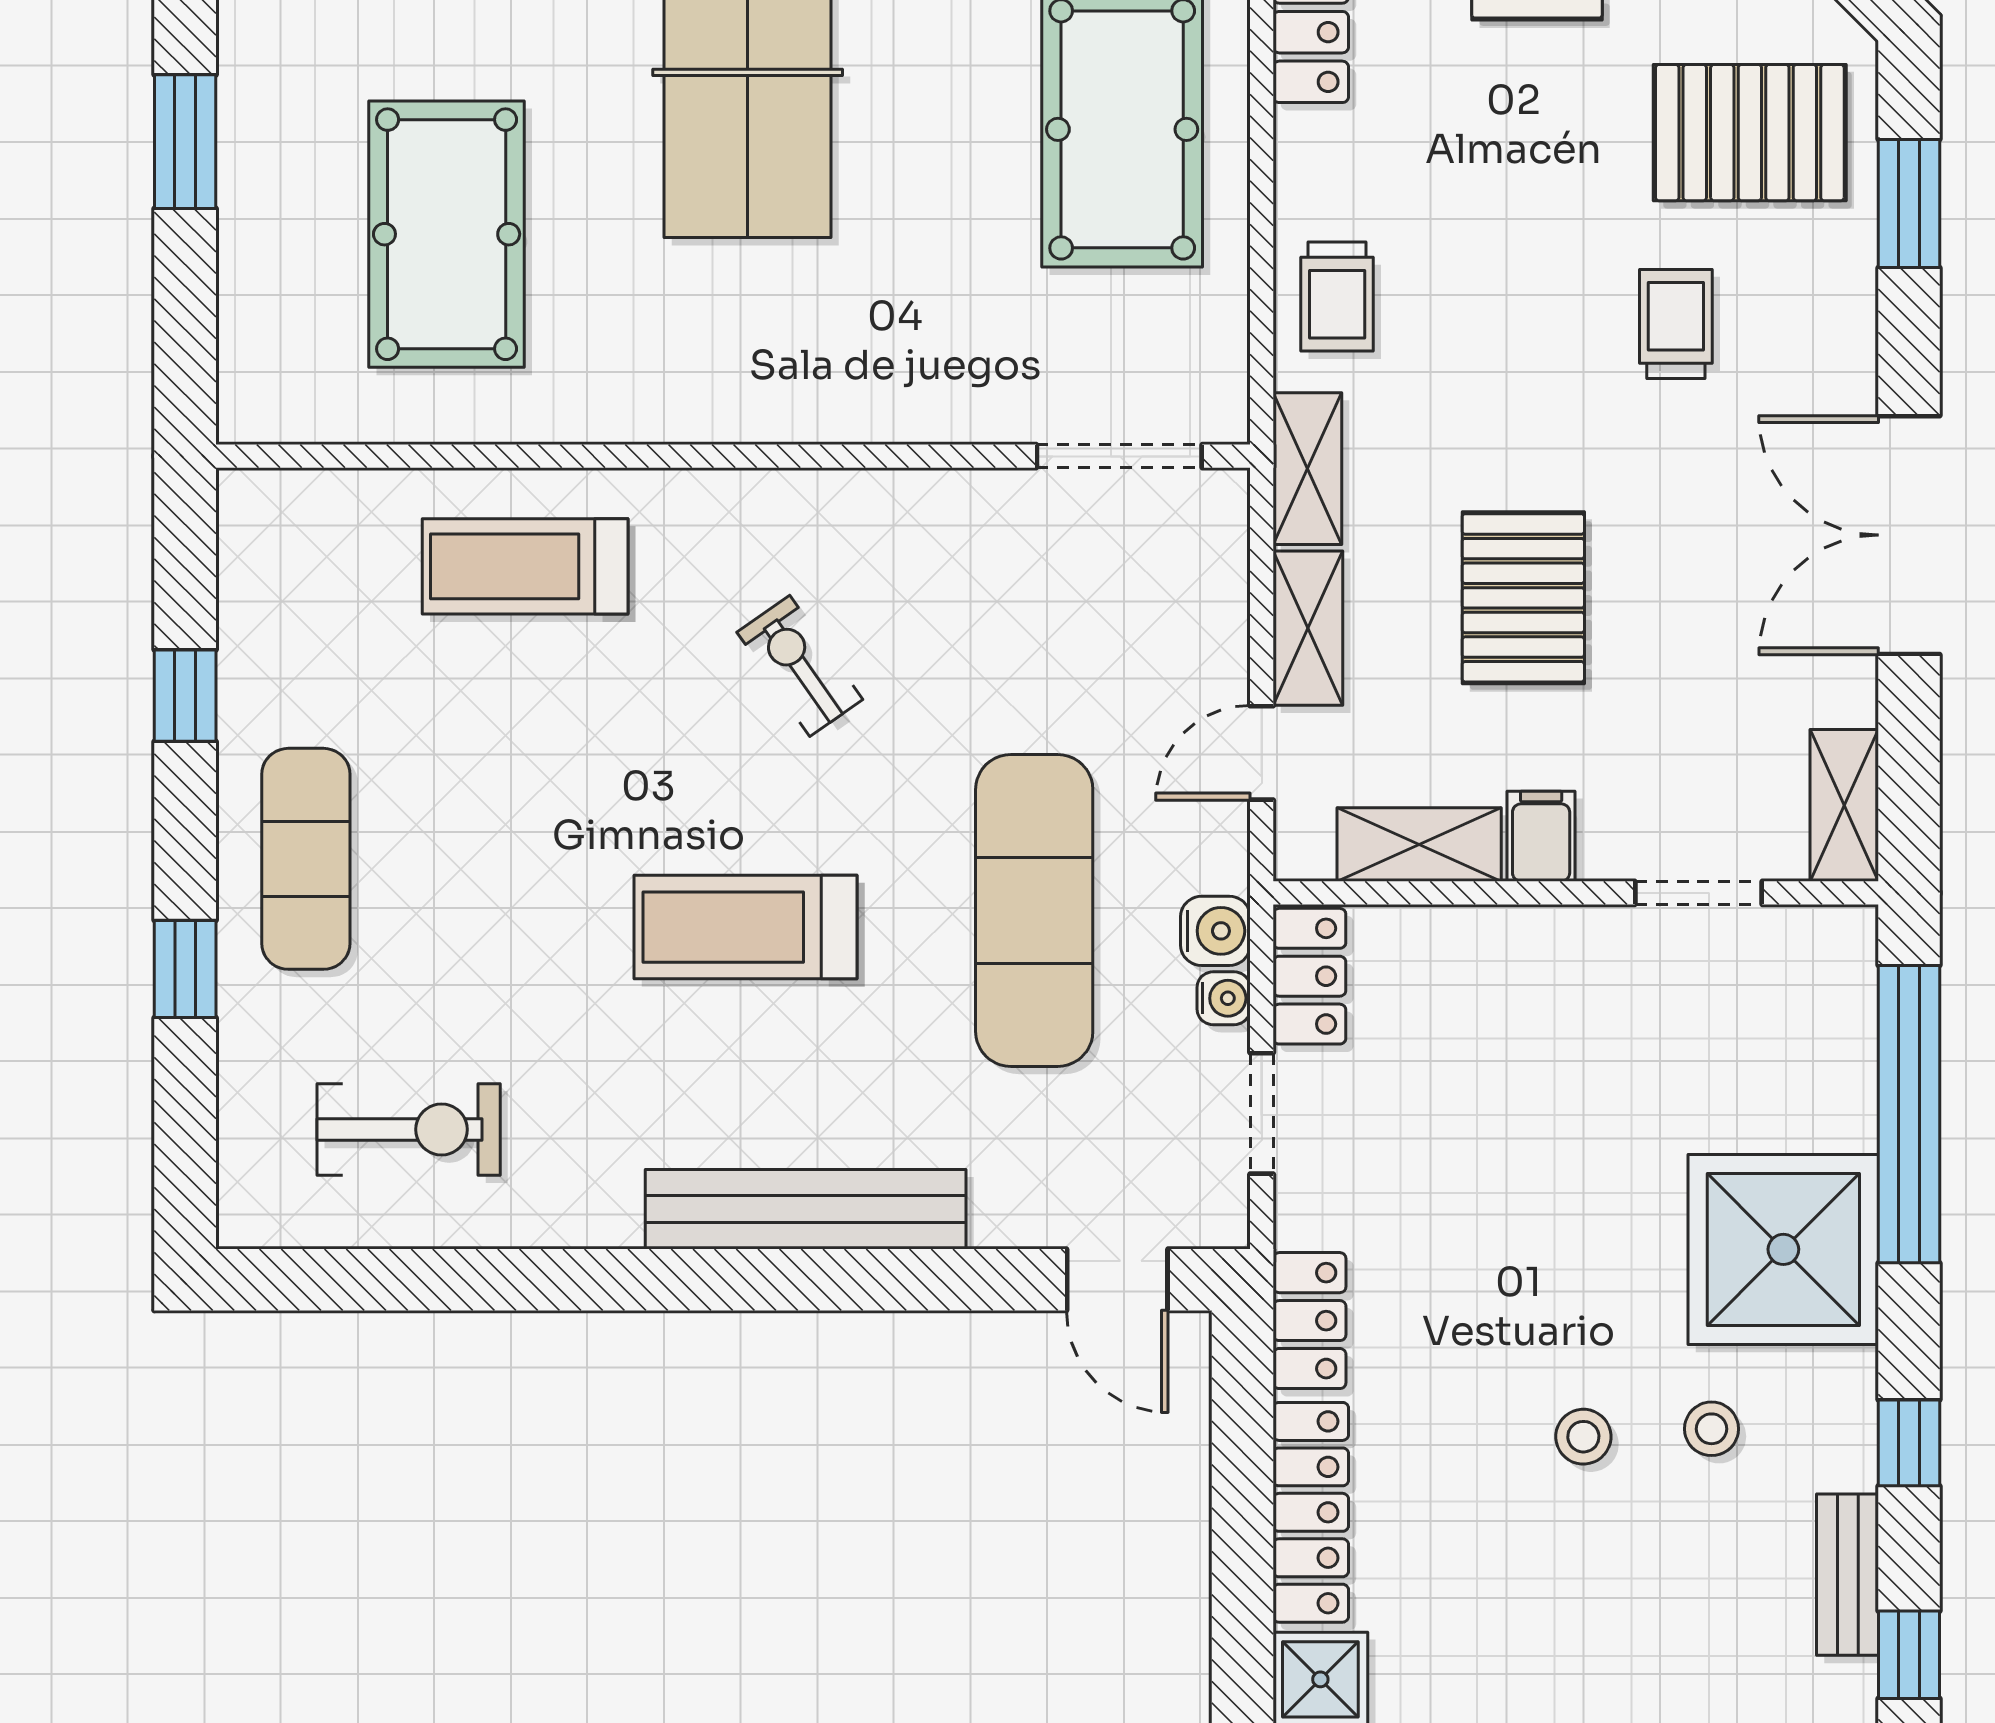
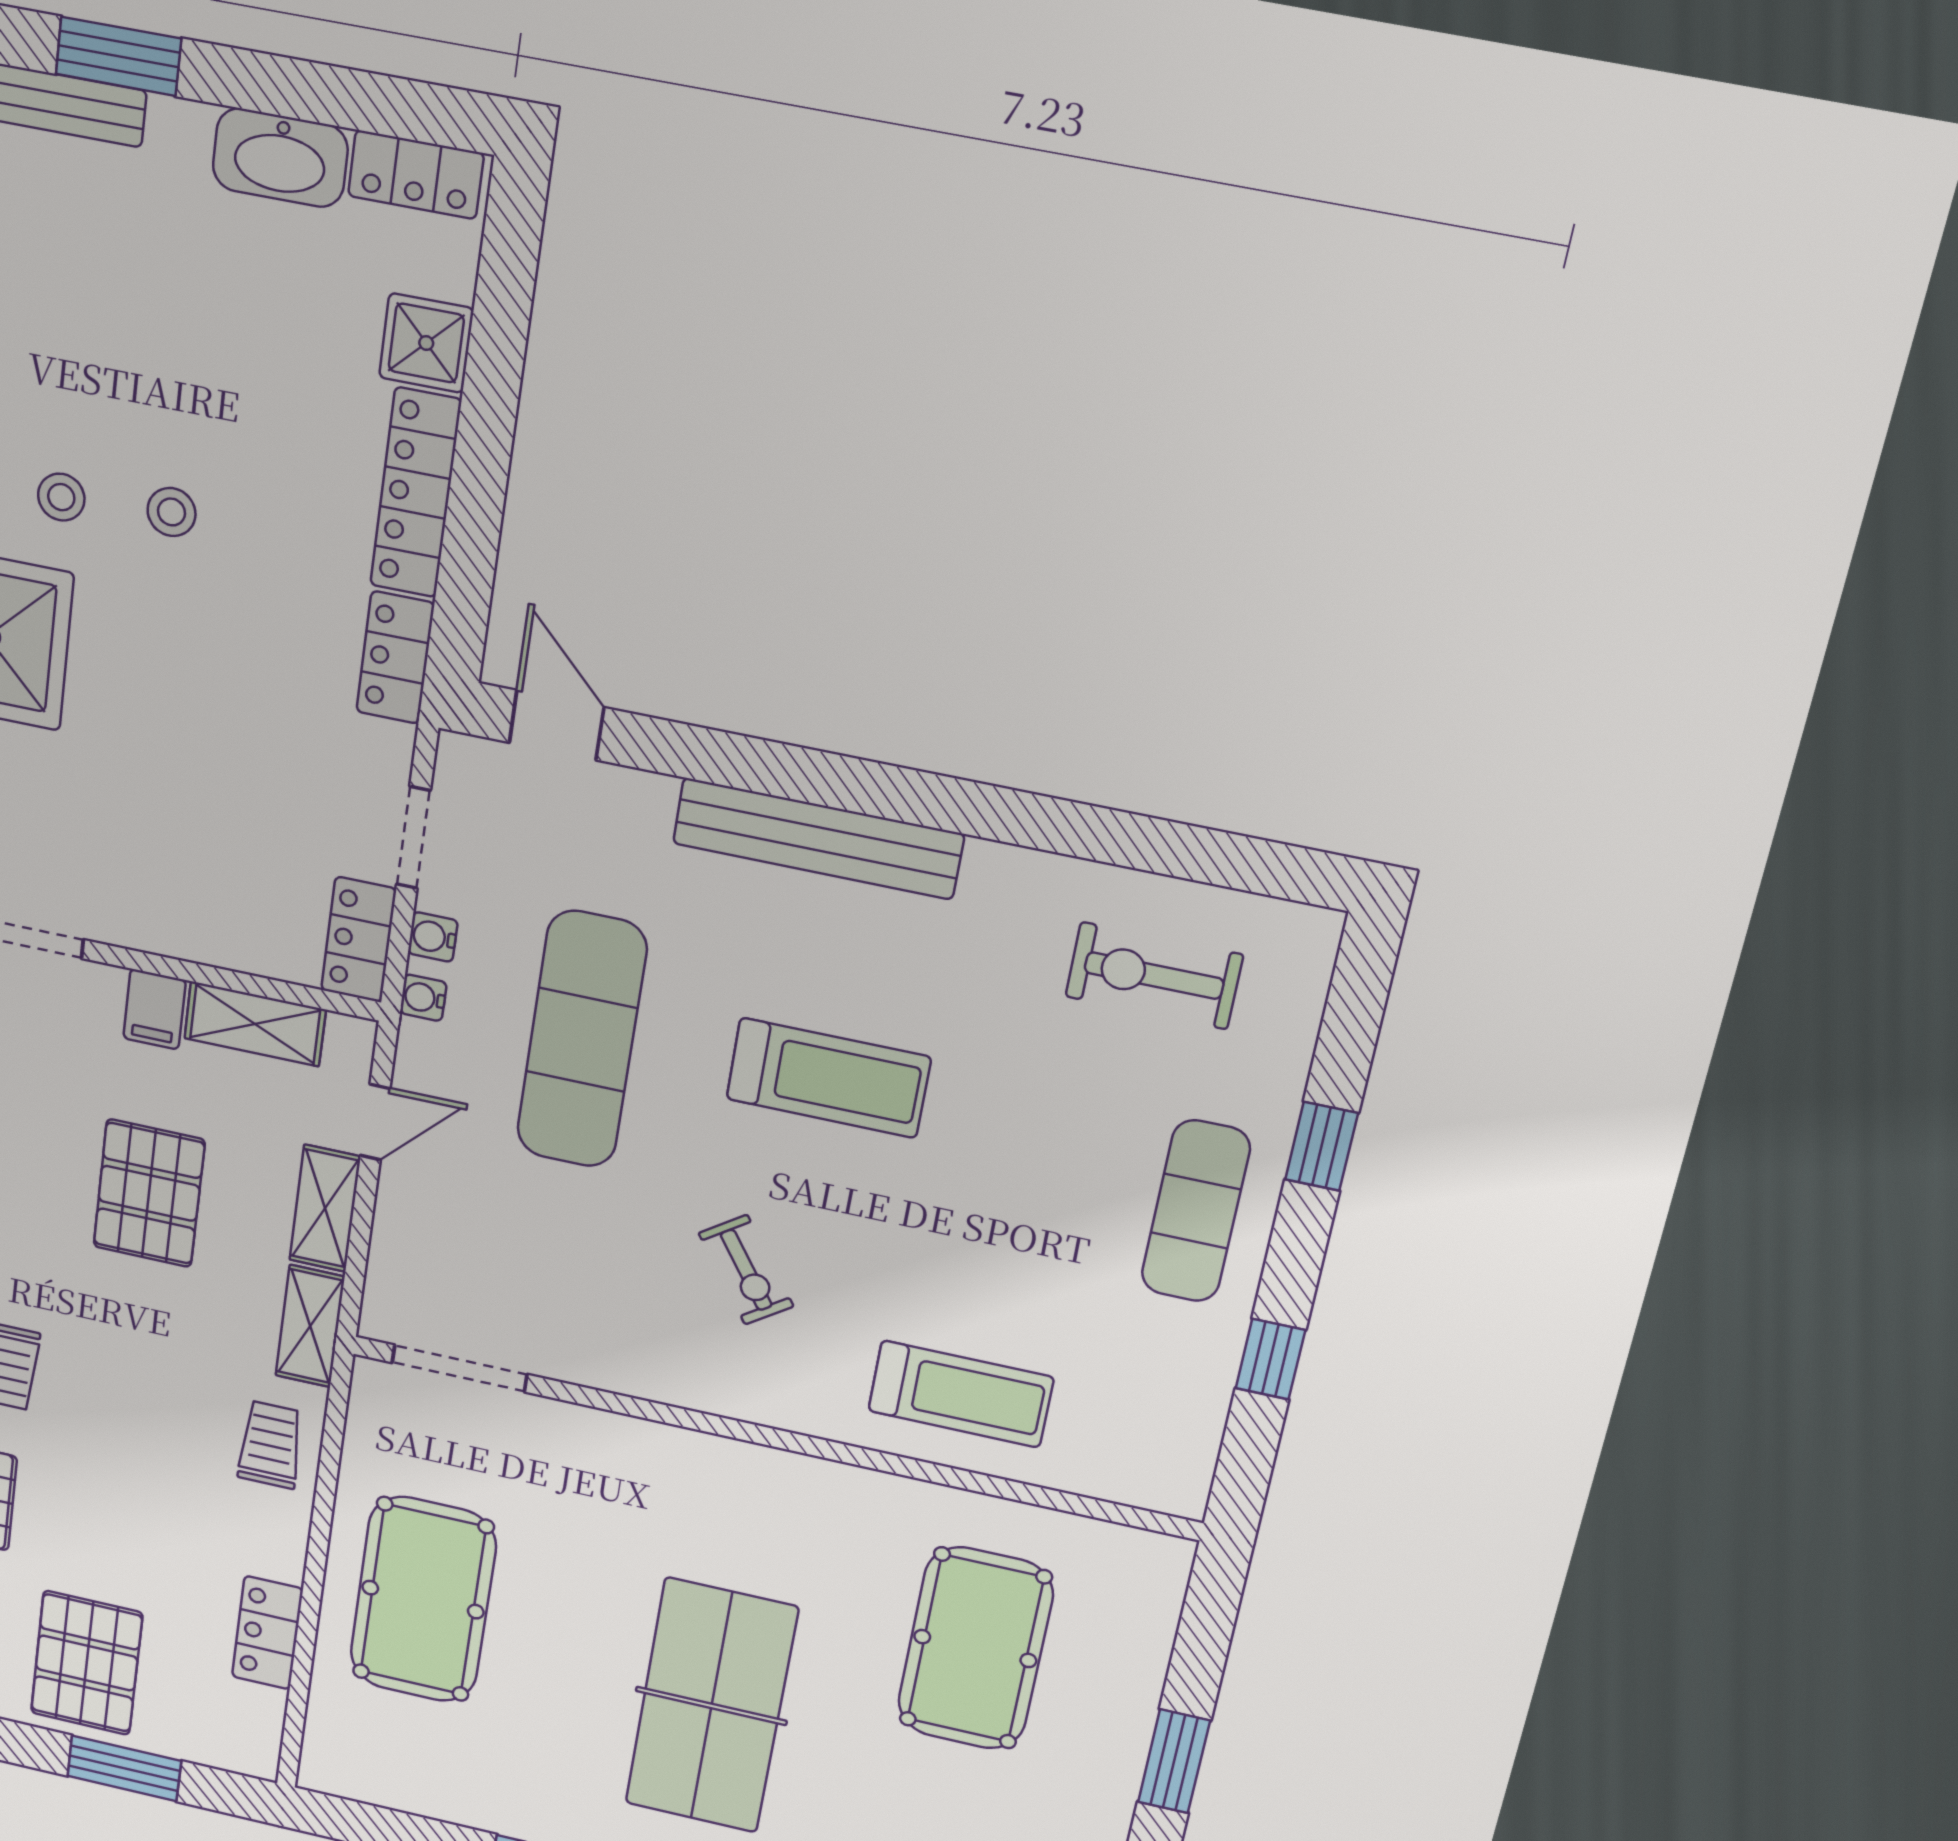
water cooler: (1215, 931) -> (423, 998), width x0.72, depth x0.72

